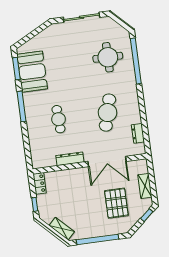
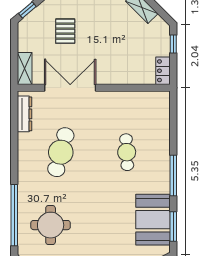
dresser: (138, 133) -> (24, 114), width x1.44
dresser: (70, 159) -> (119, 98), removed
shelving: (145, 186) -> (25, 69), moved
pallet: (116, 203) -> (65, 31), width x0.67, depth x0.71

